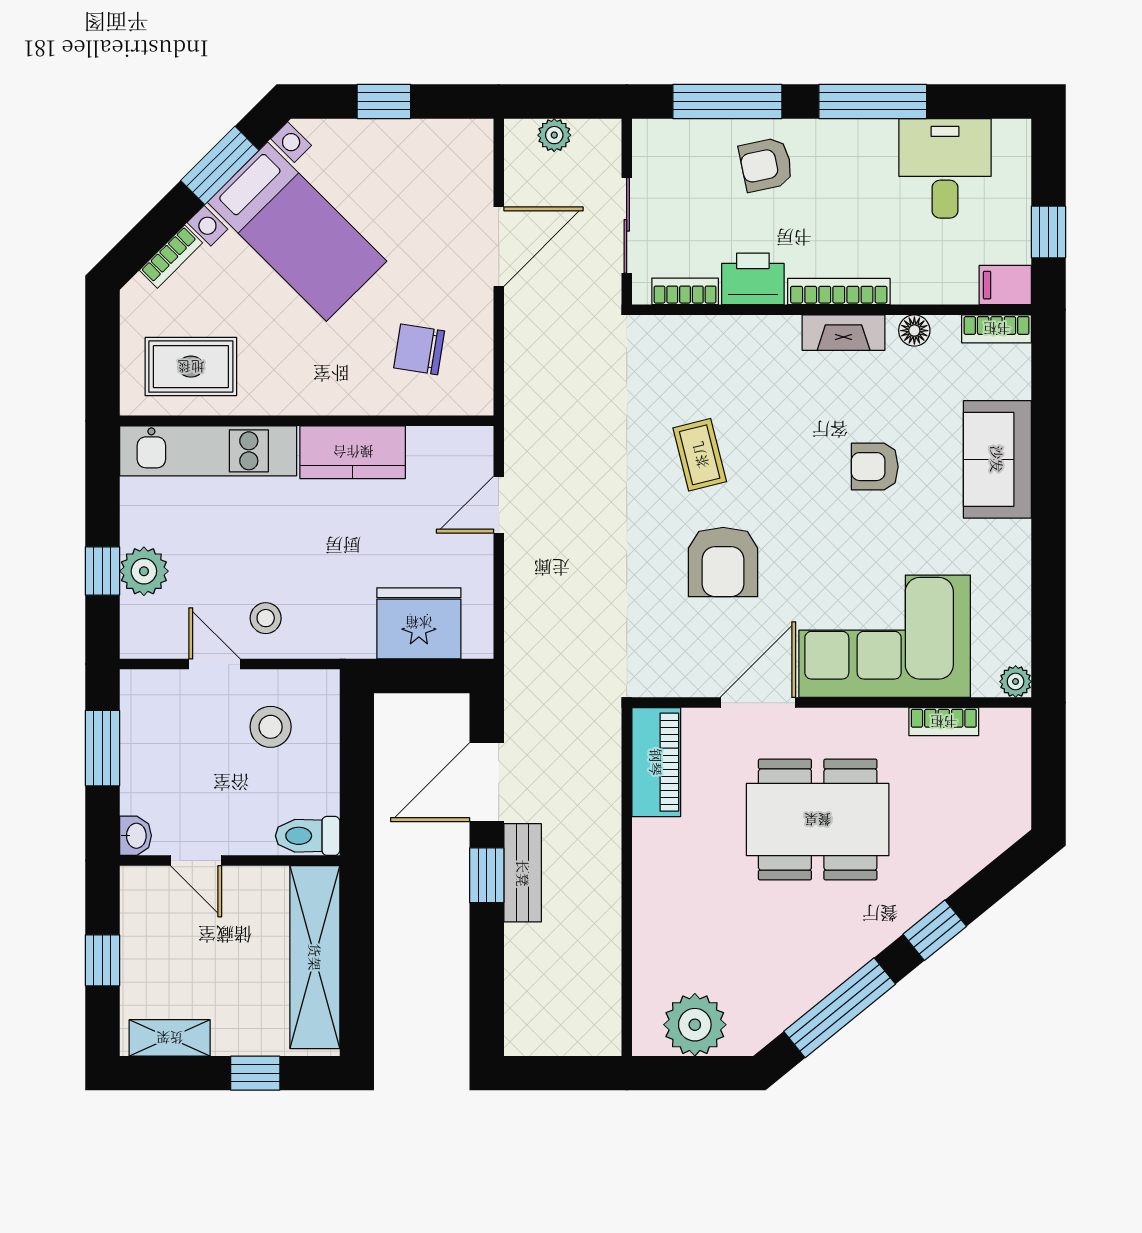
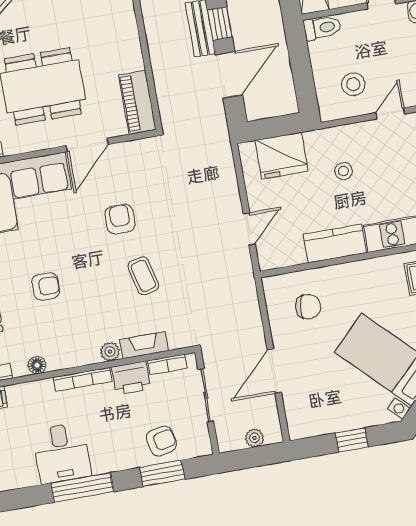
window: (727, 101) -> (162, 473), width x0.69
armchair: (766, 165) -> (161, 441), moved
desk: (945, 168) -> (62, 453), moved
plant: (782, 332) -> (110, 352), added
fireplace: (844, 333) -> (144, 345), moved
armchair: (723, 562) -> (120, 219), width x0.72, depth x0.72
stool: (266, 618) -> (343, 171), moved
door: (214, 664) -> (390, 113), swing flipped

